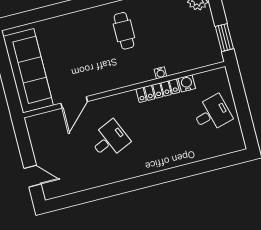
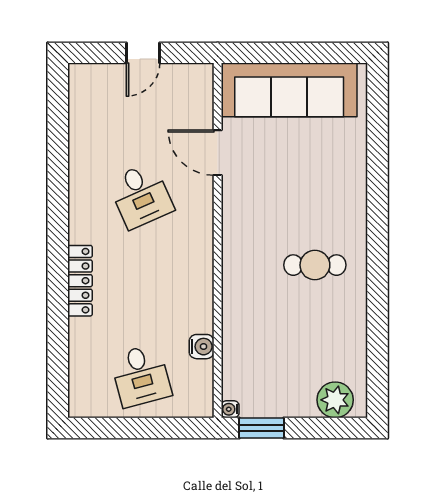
water cooler: (160, 73) -> (230, 409), moved
locker: (158, 91) -> (80, 281), moved, turned 180
door: (33, 176) -> (143, 53), moved

